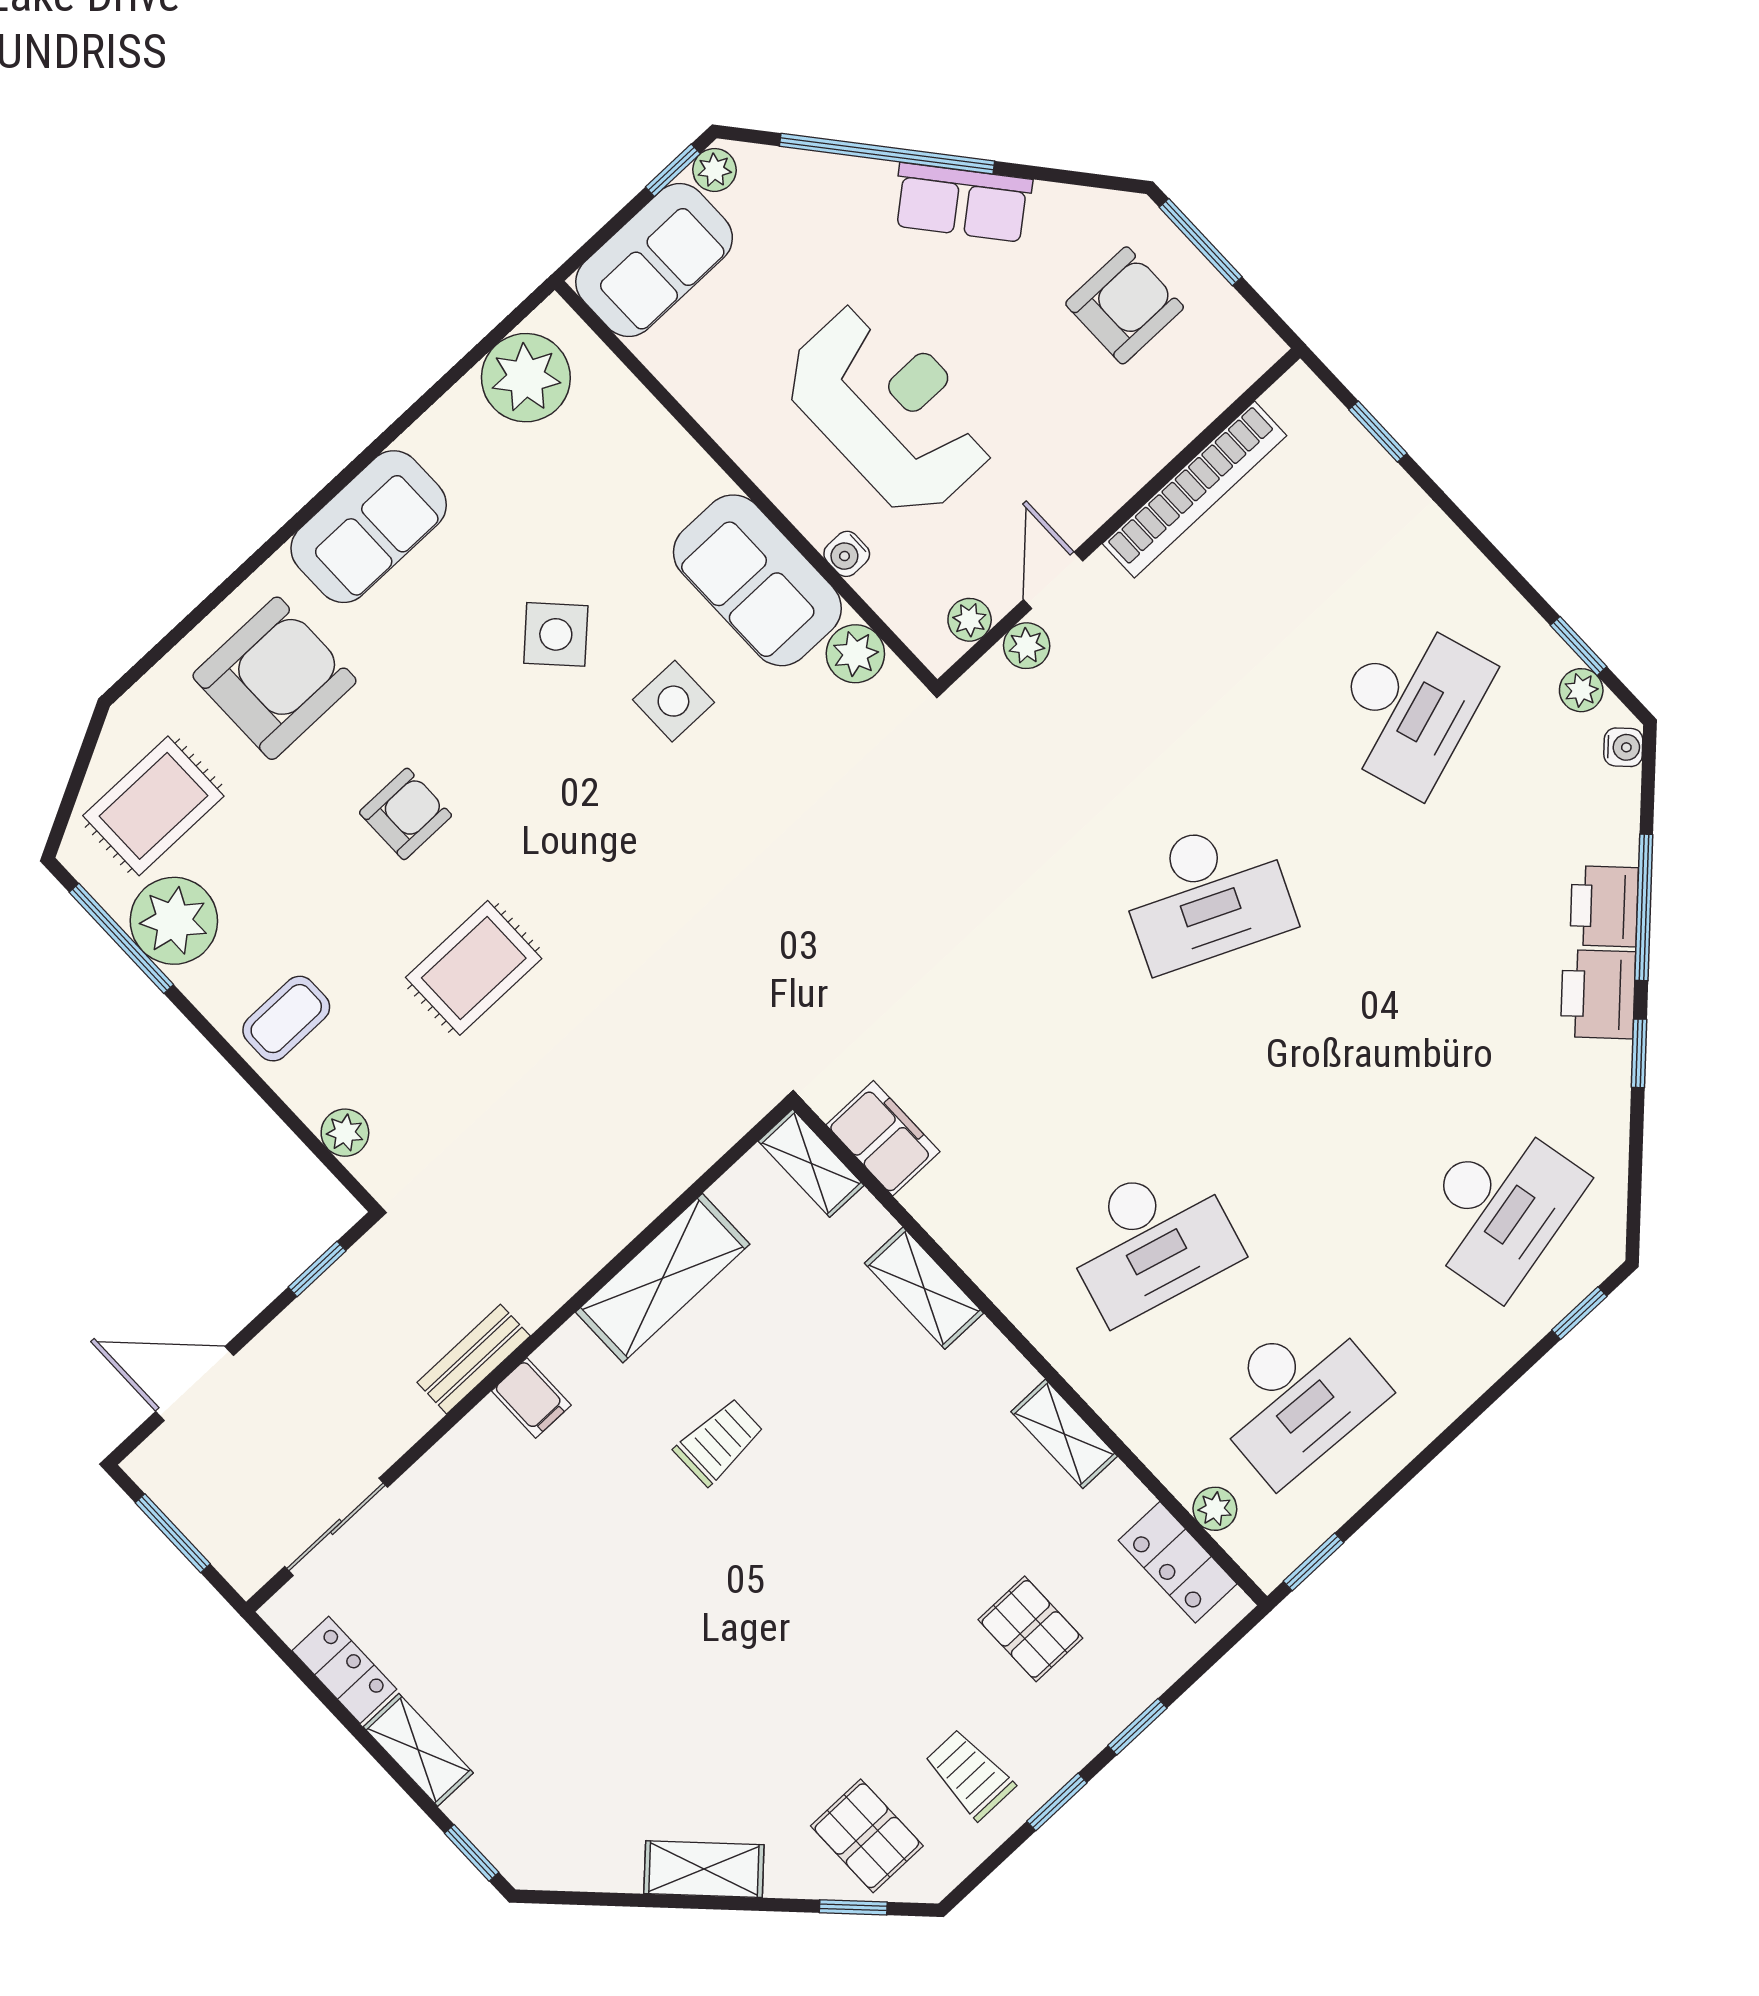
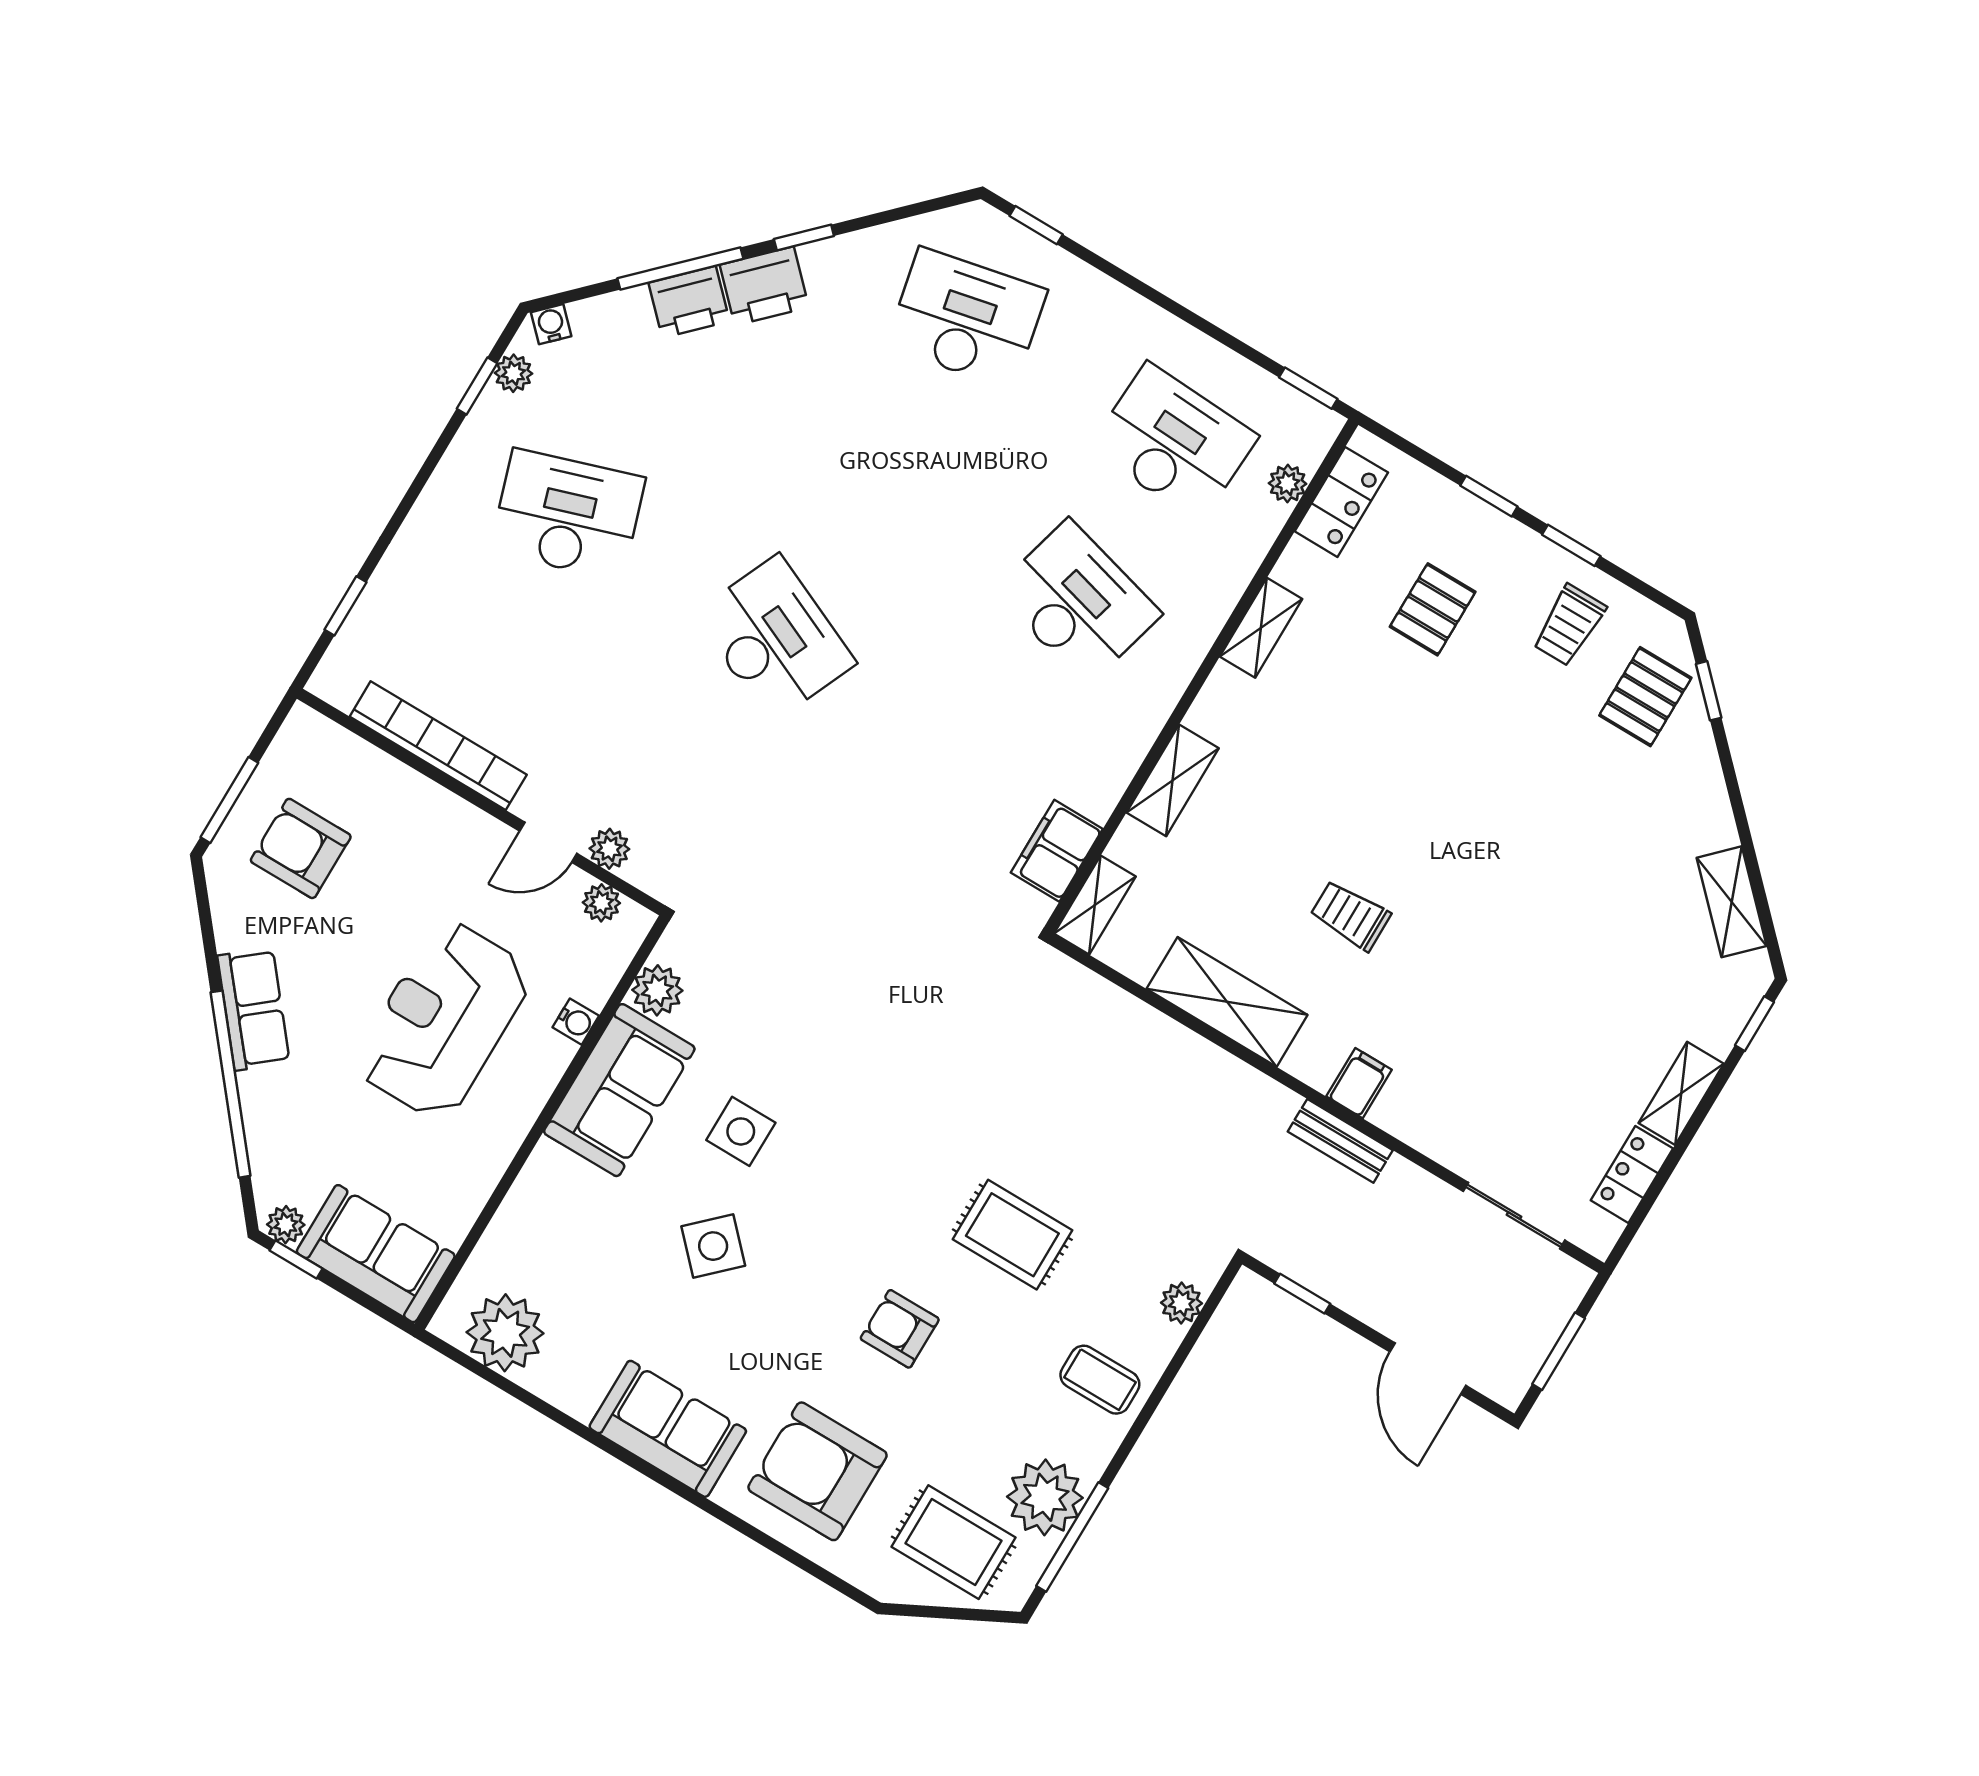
shelving: (704, 1869) -> (1732, 902), moved

